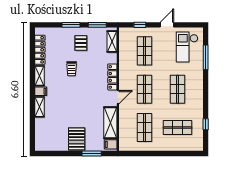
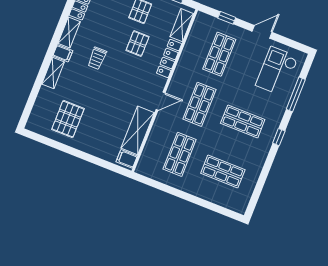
pallet: (88, 65) -> (138, 43), added
trolley: (72, 69) -> (97, 58), moved
locker: (112, 77) -> (169, 58), moved
shop shelf: (178, 89) -> (243, 121), turned 90
window: (206, 124) -> (279, 137), moved
pallet: (77, 139) -> (68, 119), moved
window: (92, 154) -> (97, 161), removed

